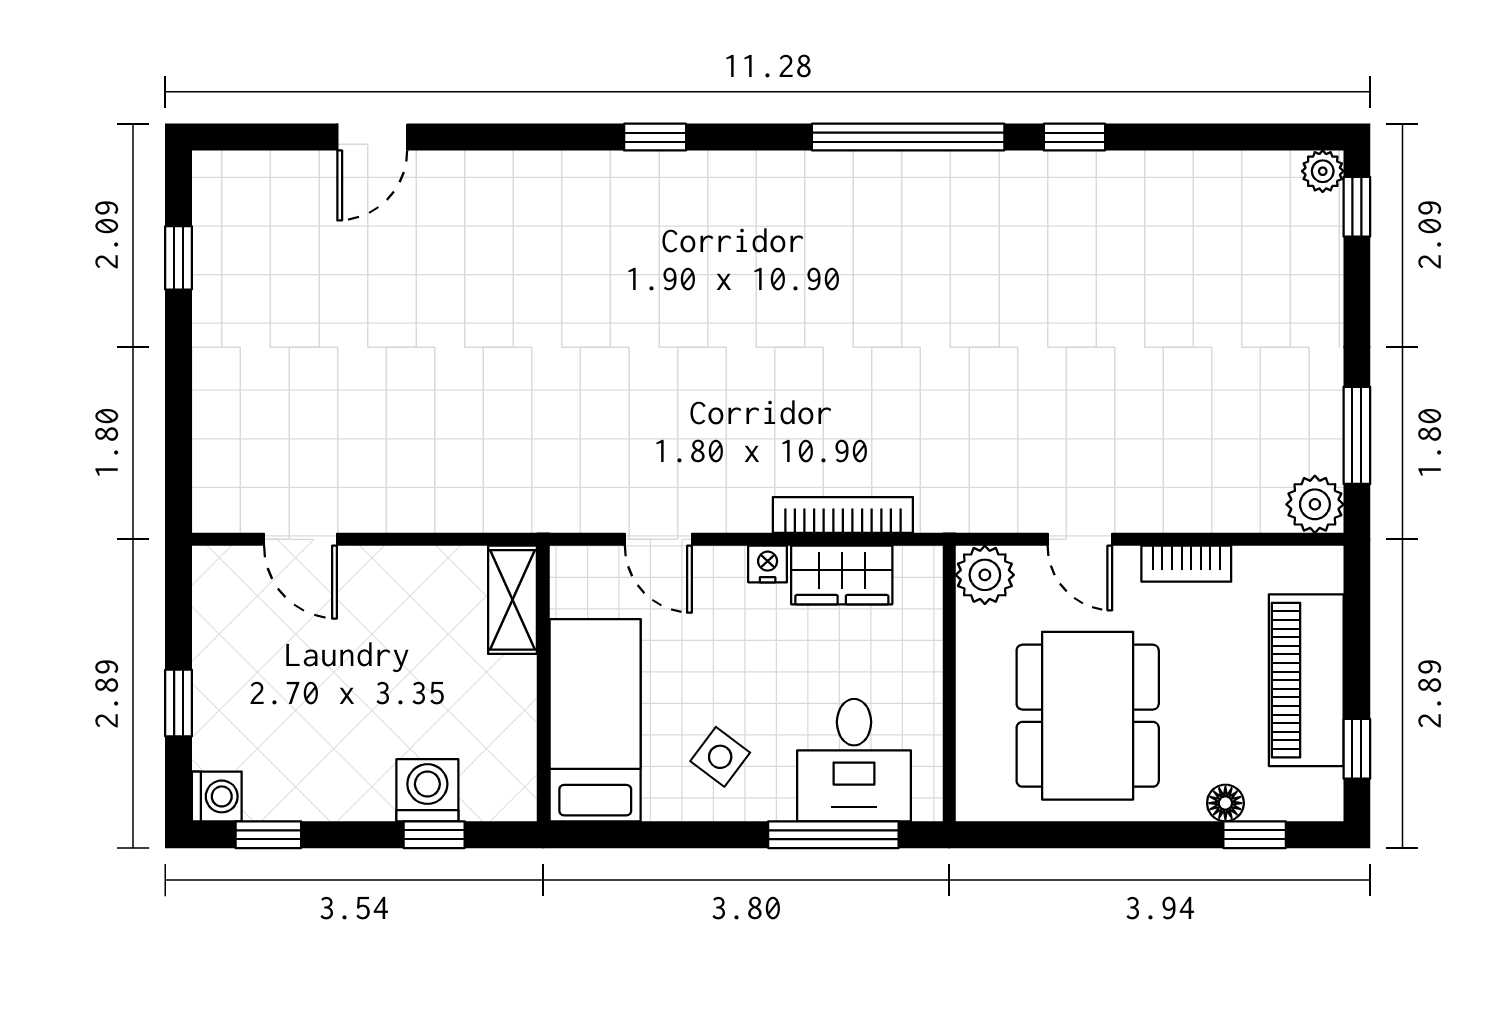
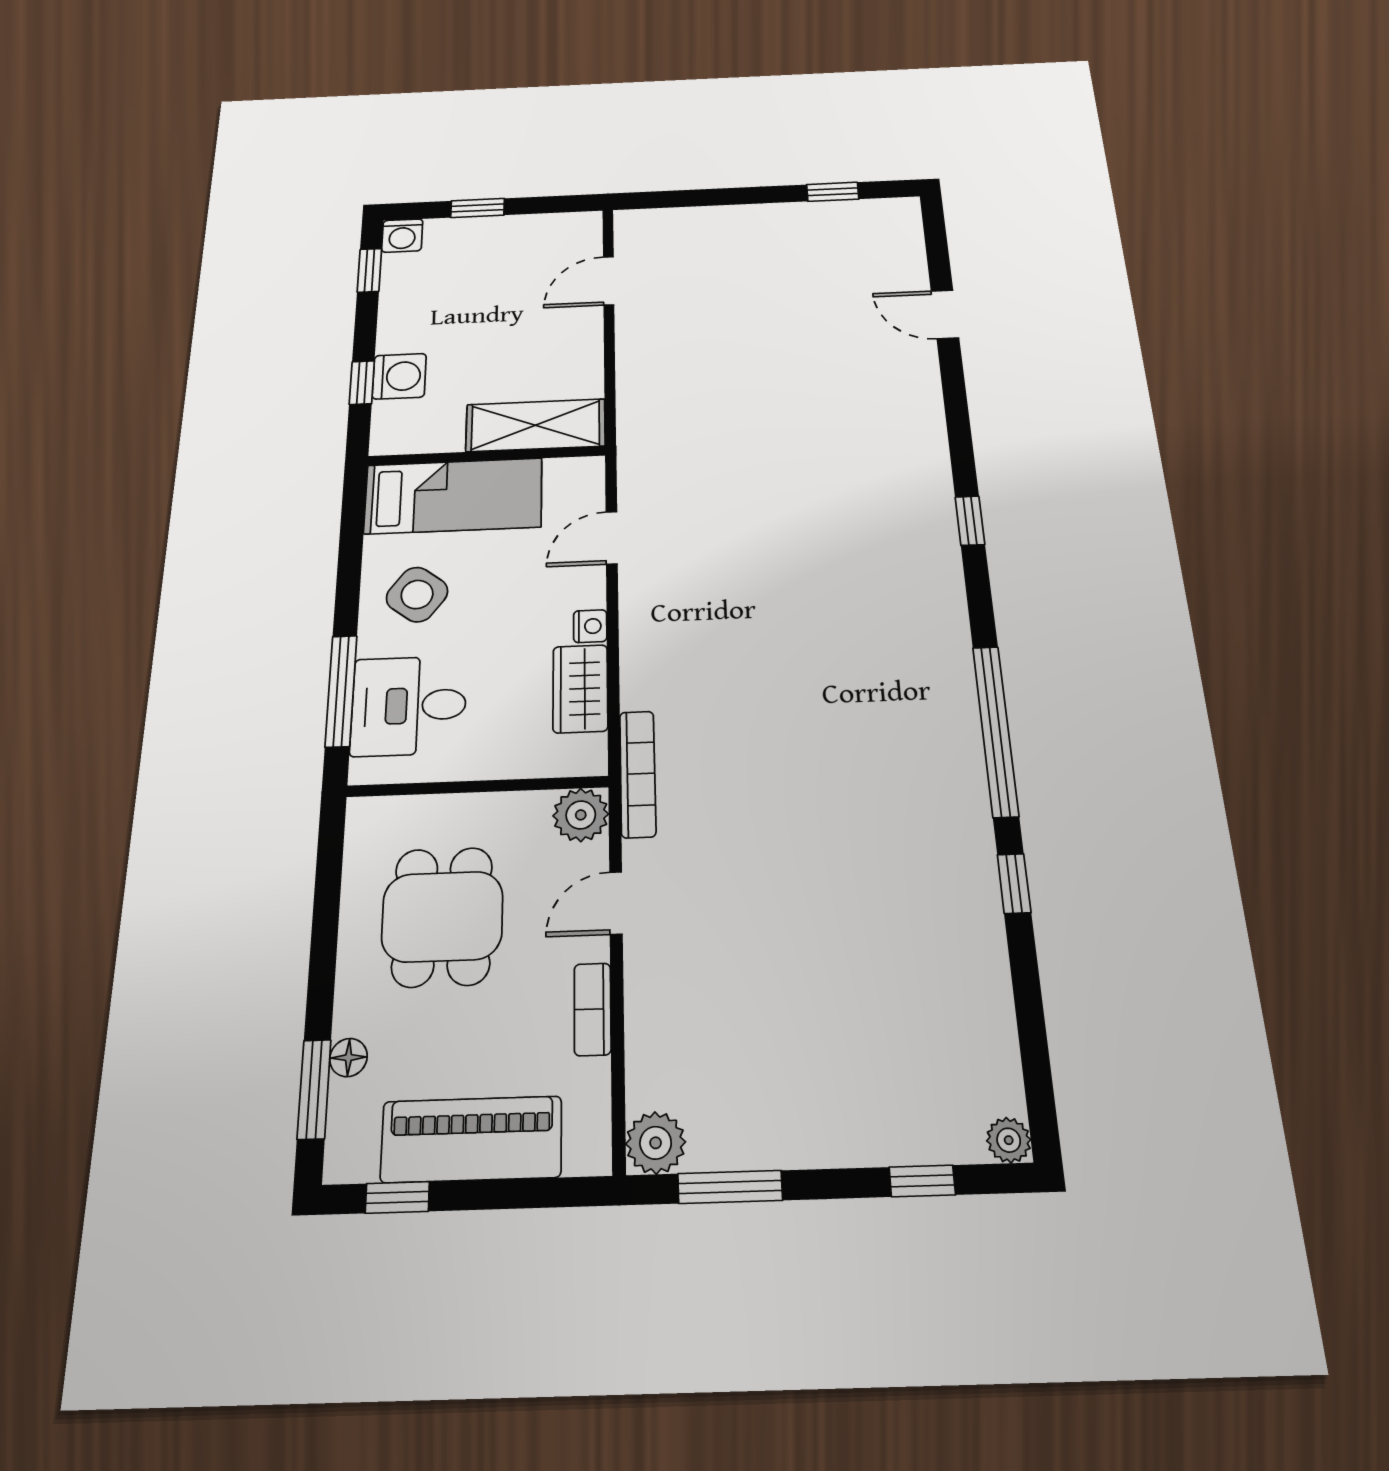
window: (1357, 207) -> (922, 1181), moved
bookcase: (843, 515) -> (638, 774), moved
shelving: (513, 600) -> (535, 425), width x1.50, depth x1.33
dining table: (1088, 716) -> (442, 917), width x0.73
side table: (720, 757) -> (417, 595), width x1.37, depth x1.37
window: (1255, 835) -> (314, 1089), width x1.50

